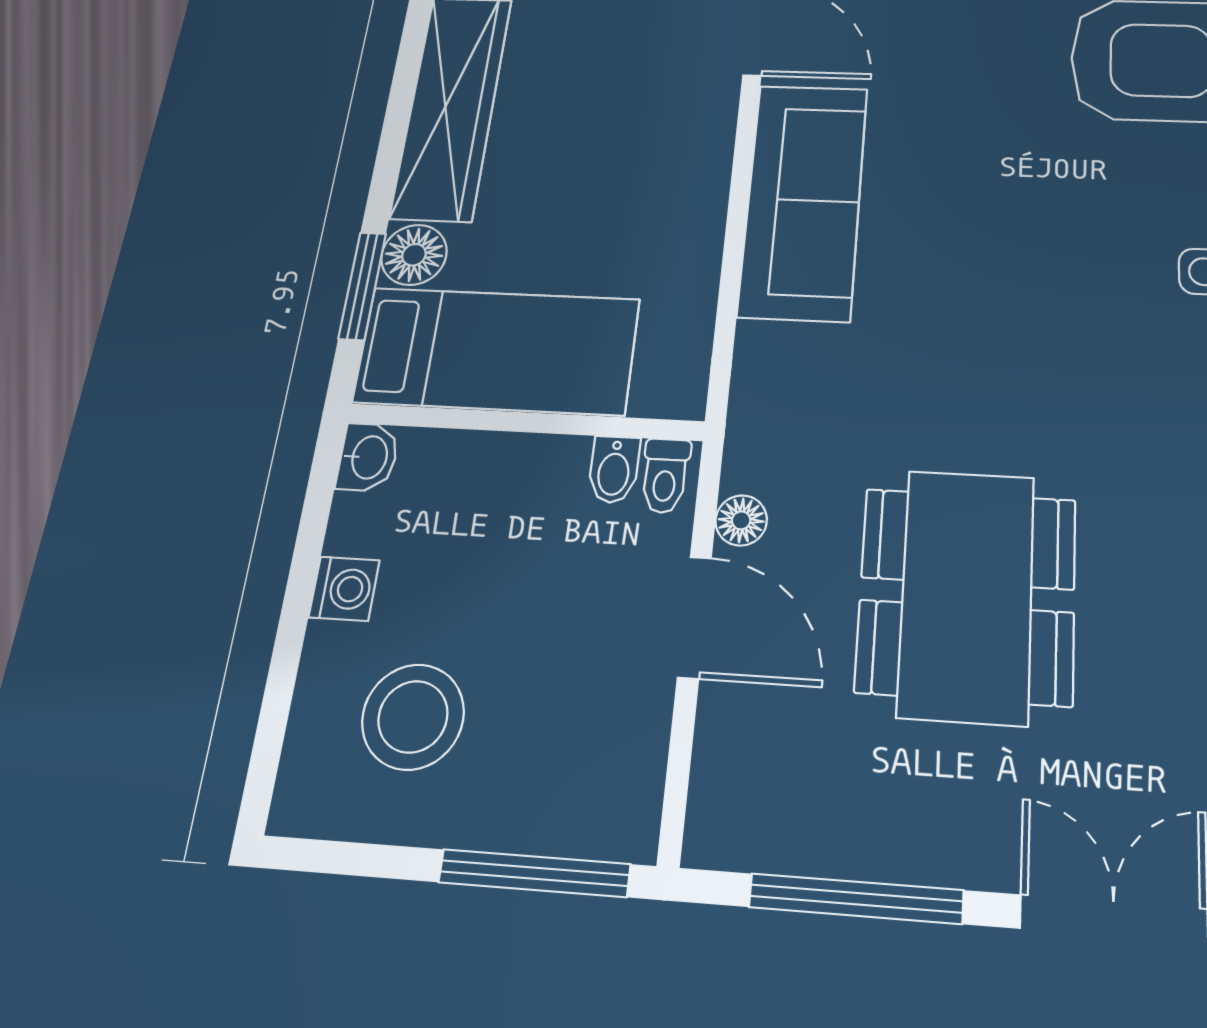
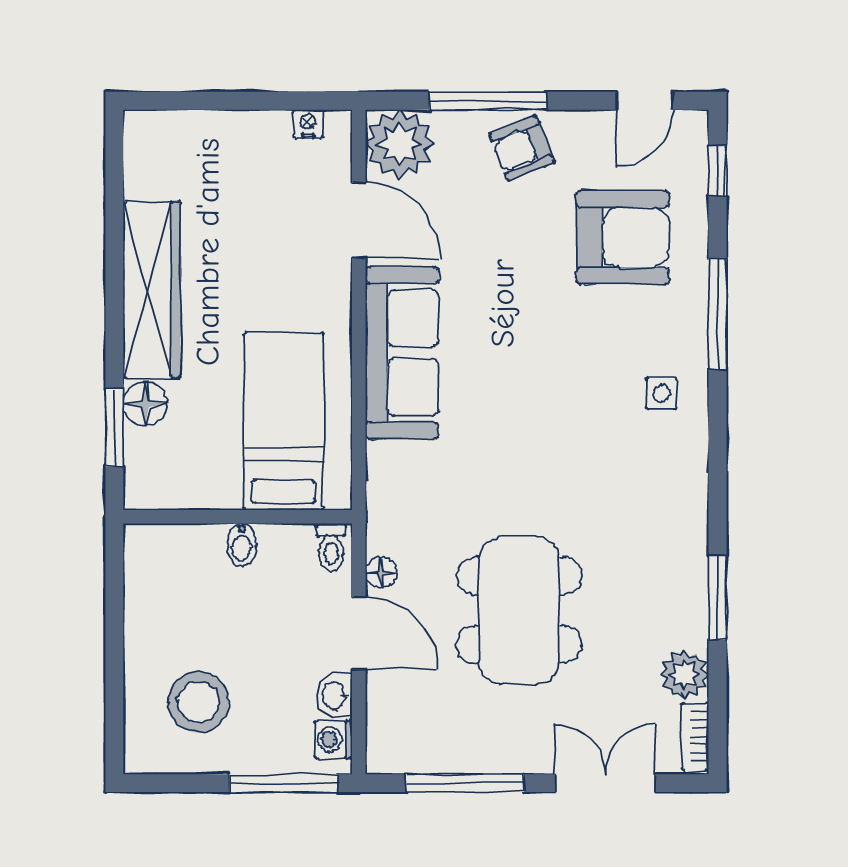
bed: (497, 351) -> (284, 421), moved, turned -90
washbasin: (368, 457) -> (334, 695), moved, turned 180
bidet: (614, 470) -> (242, 545), moved
washing machine: (344, 589) -> (333, 740), moved, turned 180

